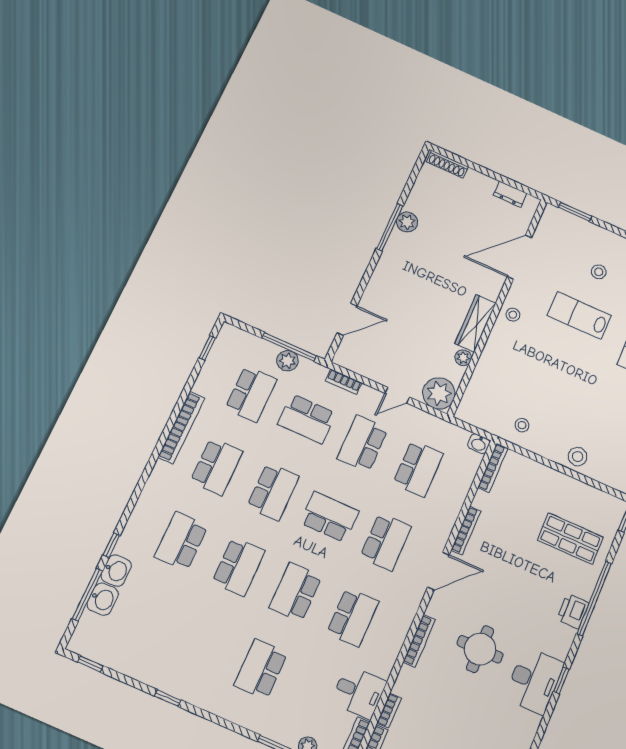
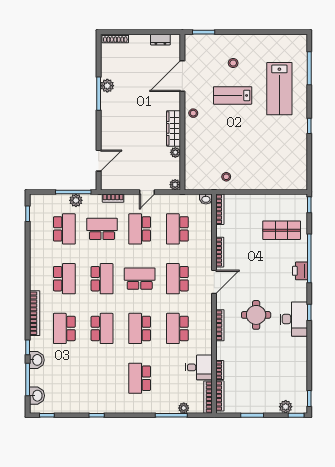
plant: (439, 393) -> (175, 185), width x0.53, depth x0.53
school desk: (307, 419) -> (102, 229), turned 180
bookcase: (181, 427) -> (35, 313), moved
stool: (578, 457) -> (266, 181), removed
school desk: (418, 468) -> (177, 229), turned 180
school desk: (386, 542) -> (177, 279), turned 180
washbasin: (103, 599) -> (37, 396), moved
school desk: (353, 617) -> (177, 328), turned 180

